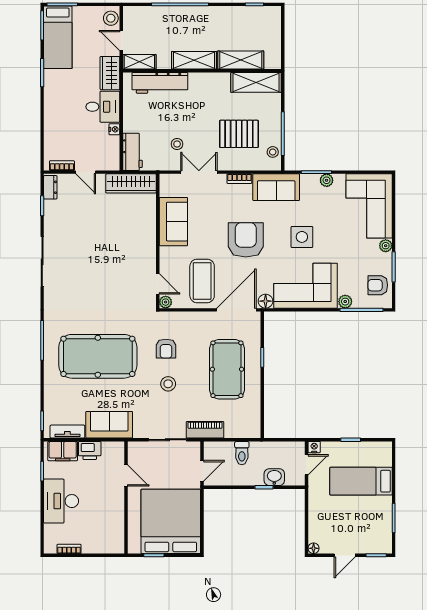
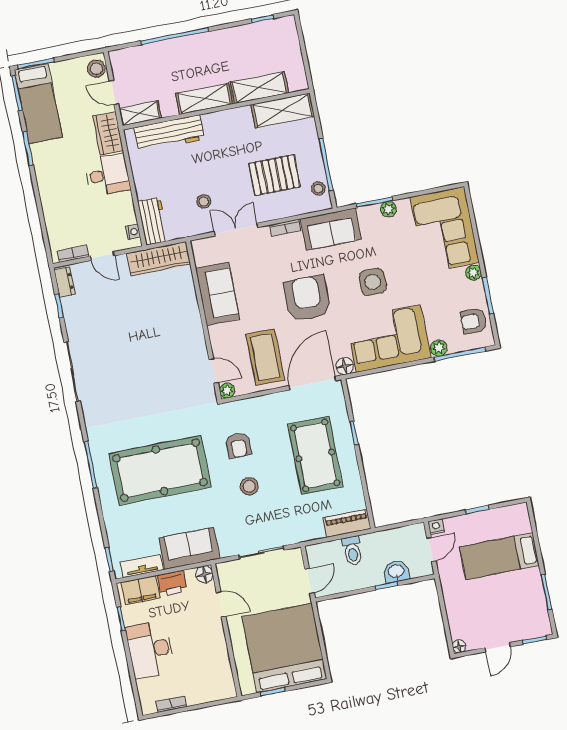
nightstand: (114, 129) -> (133, 232), moved
piano: (205, 430) -> (347, 523), moved
floor lamp: (117, 448) -> (204, 574), added

